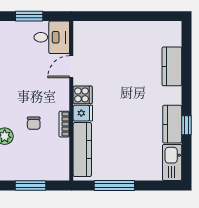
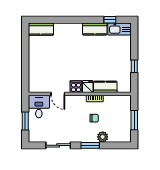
kitchen counter: (172, 66) -> (41, 29), moved
window: (186, 125) -> (110, 20), moved
kitchen counter: (82, 150) -> (105, 87), width x0.67
window: (114, 185) -> (134, 66), width x0.46

